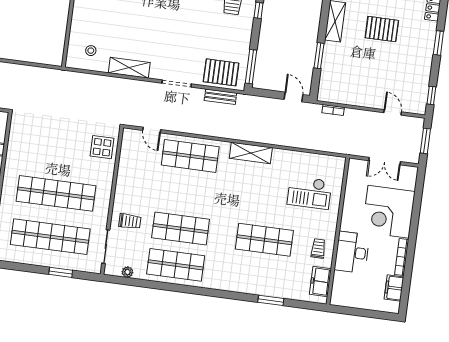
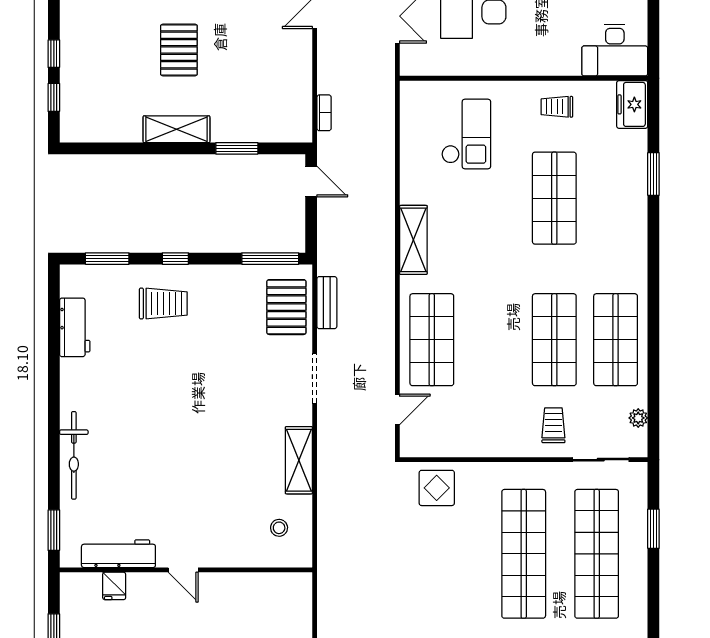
door: (293, 97) -> (311, 181), swing flipped
desk: (352, 252) -> (615, 50), moved
freezer: (320, 282) -> (632, 104), moved, turned 90

